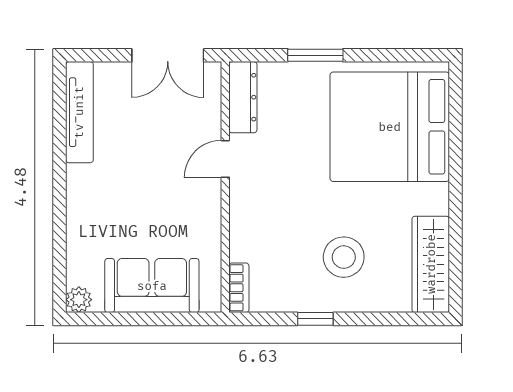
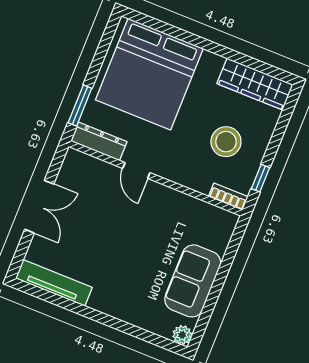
dresser: (243, 97) -> (99, 141), moved
door: (225, 159) -> (136, 171), moved
wall: (225, 187) -> (156, 178), moved
bookcase: (239, 288) -> (228, 197), moved

